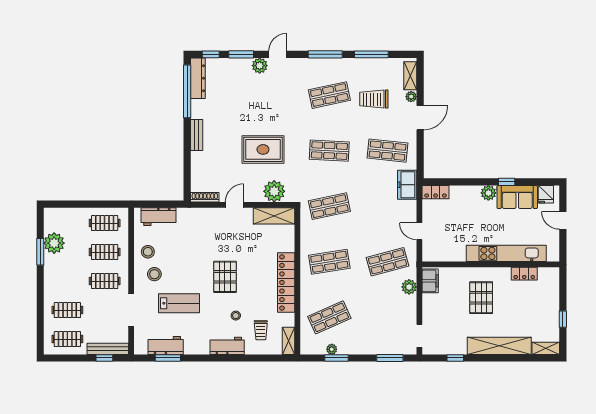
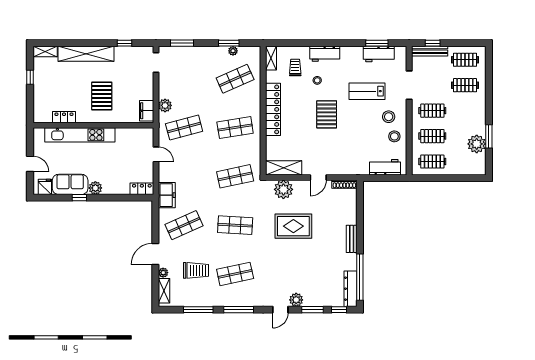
shop shelf: (388, 151) -> (184, 225), turned -30

